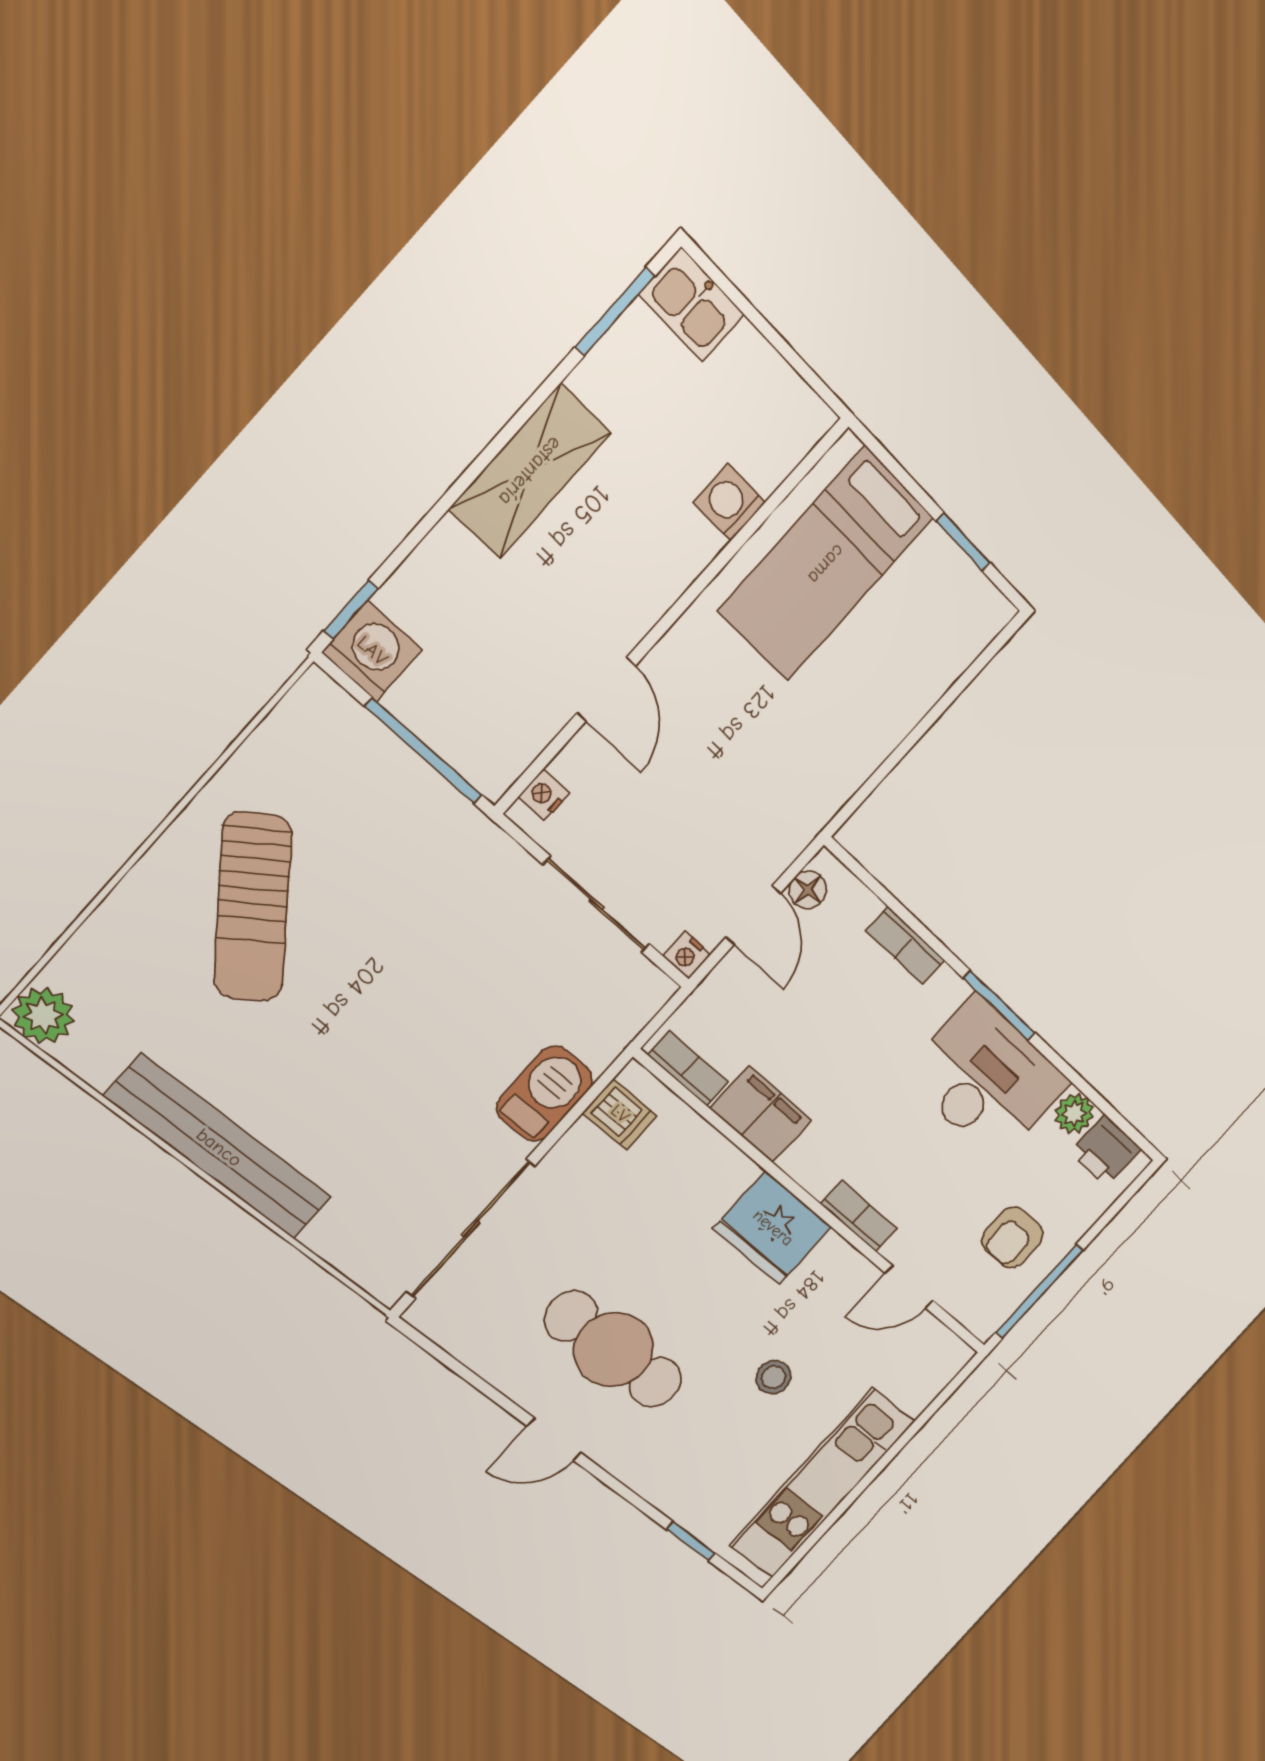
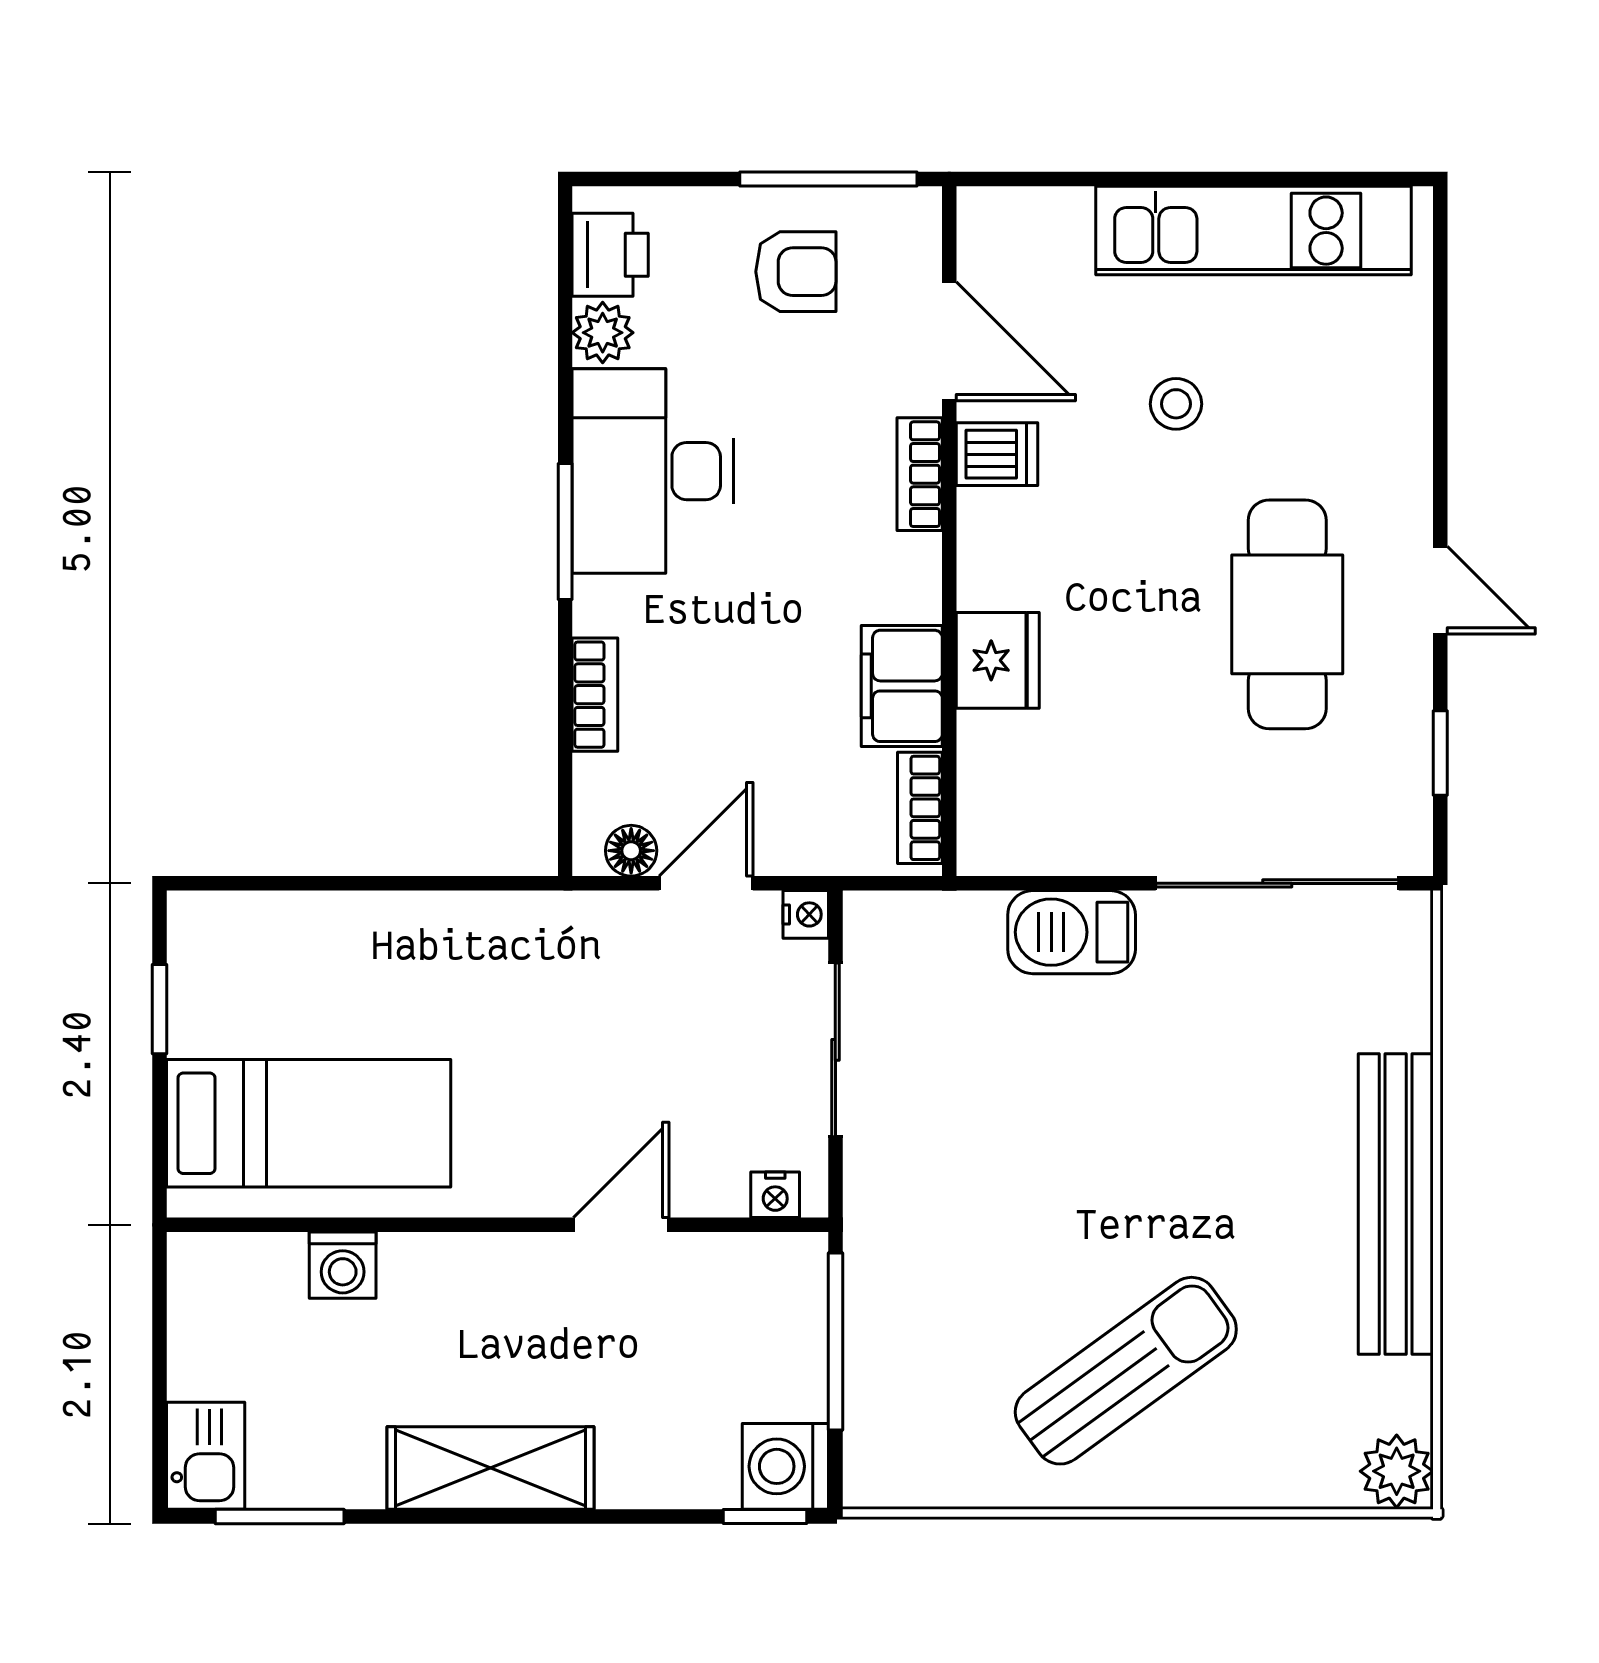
dishwasher: (620, 1114) -> (997, 454), moved, turned 90
fridge: (773, 1228) -> (998, 660), moved, width x0.73, depth x0.75
door: (909, 1287) -> (949, 341), width x1.37
window: (691, 1541) -> (1440, 753), moved

